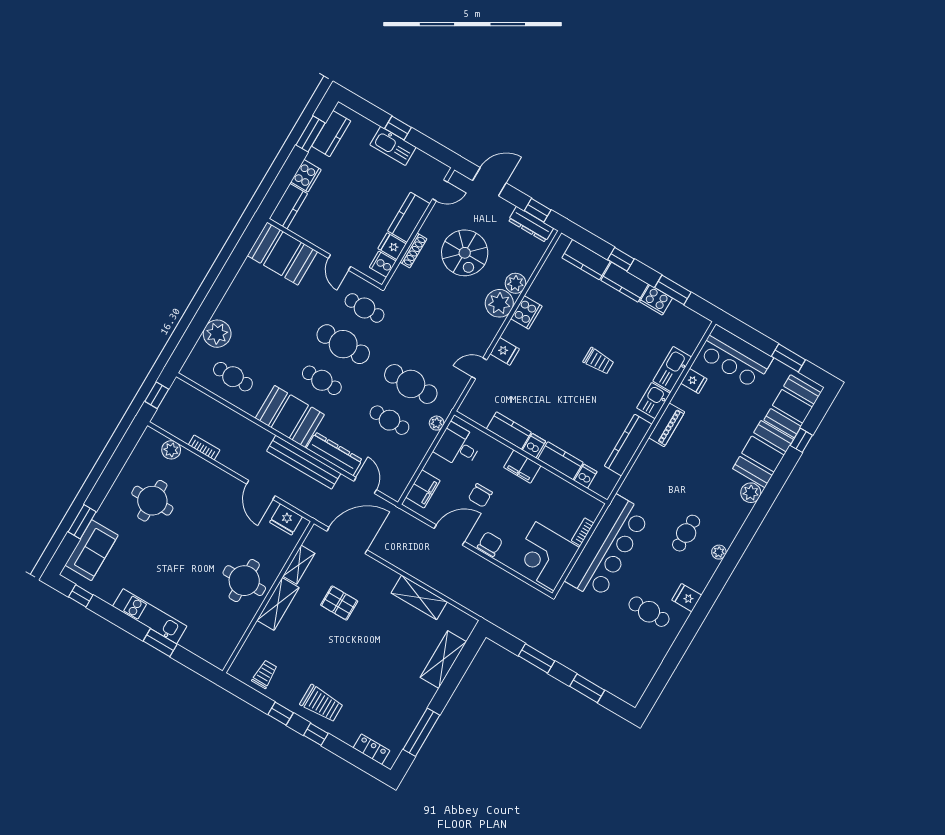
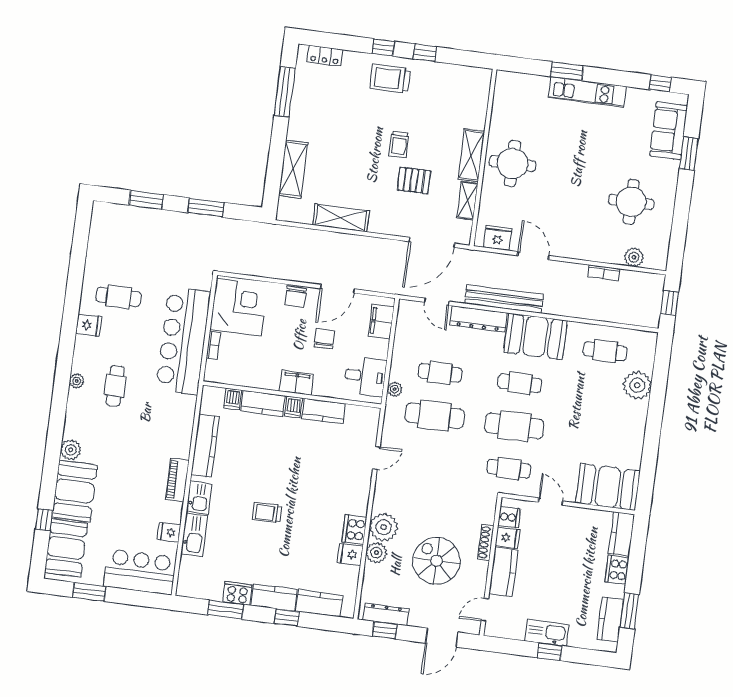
fridge: (505, 351) -> (350, 554), moved
trolley: (265, 674) -> (399, 144), moved

